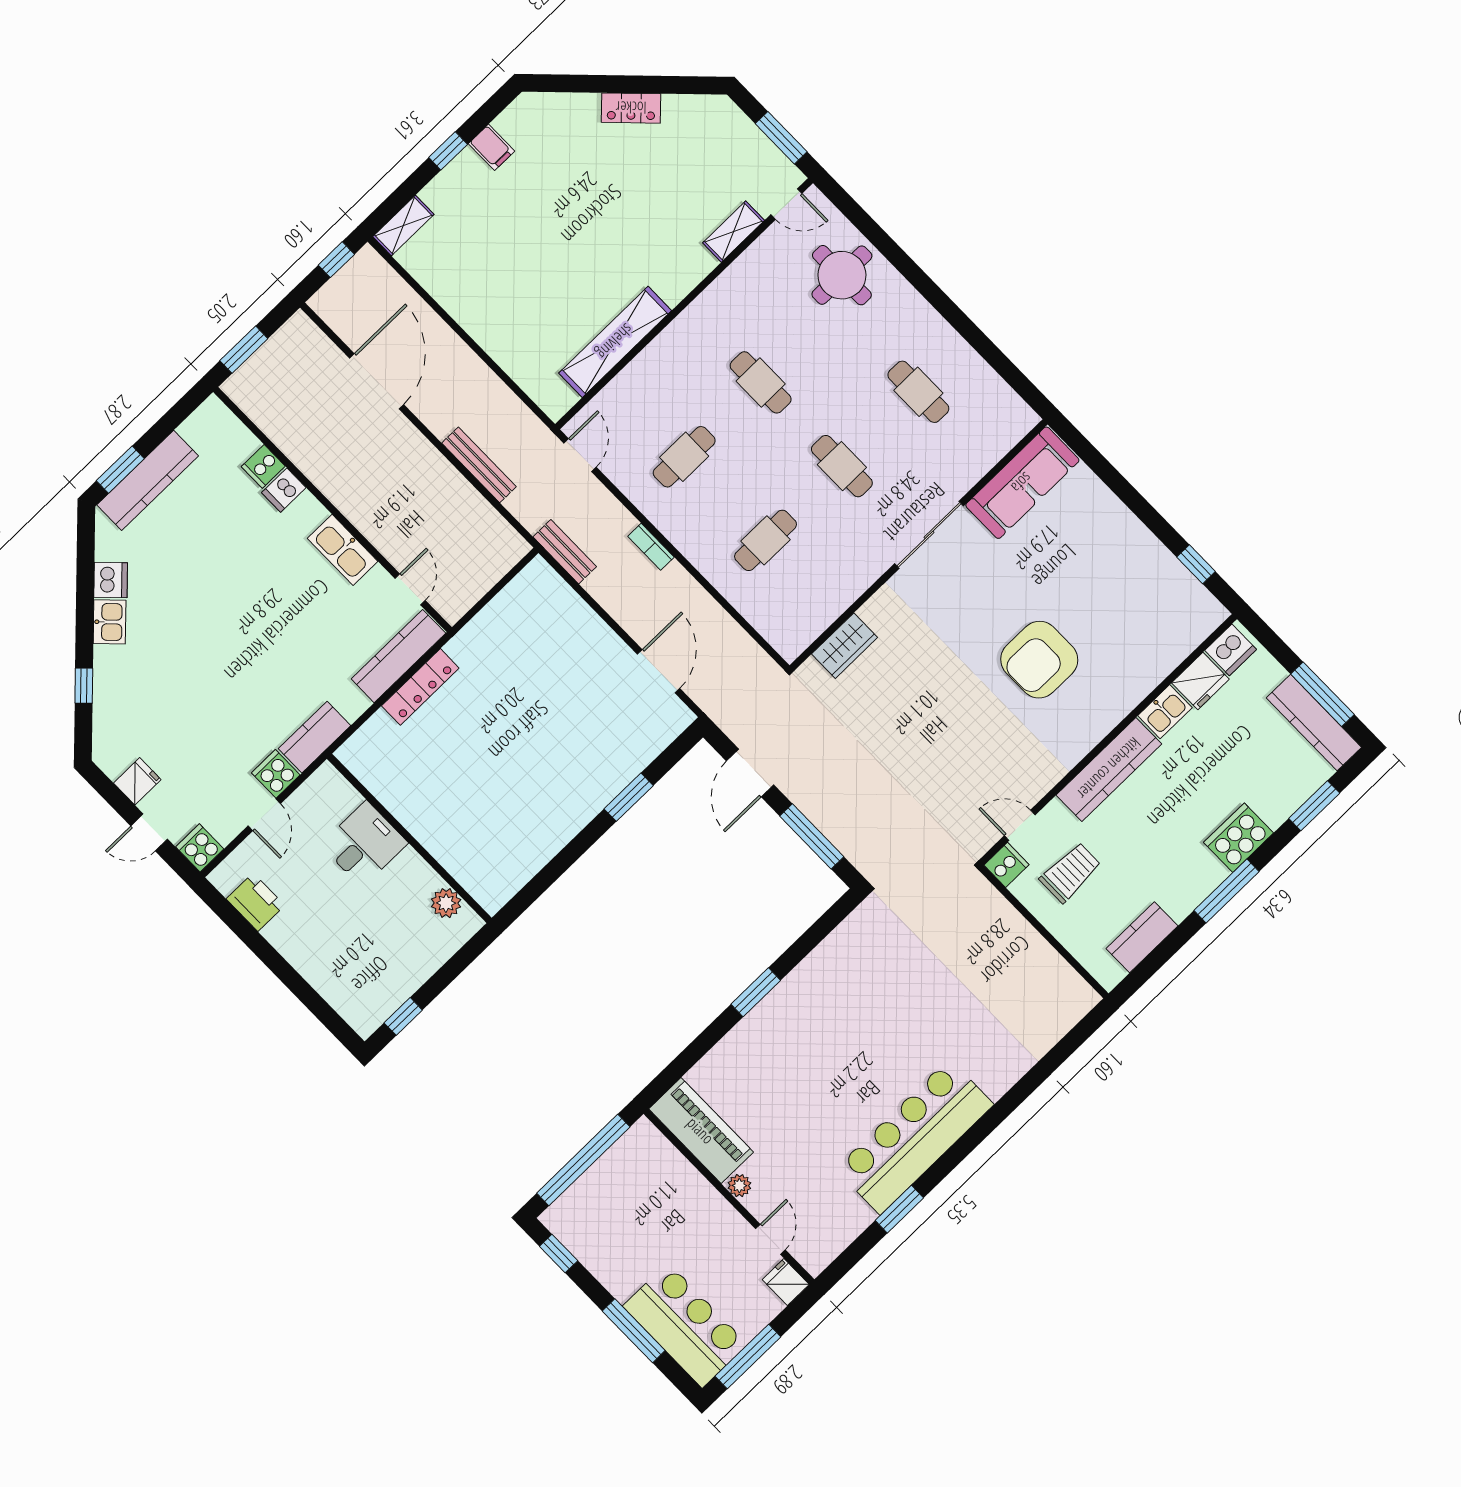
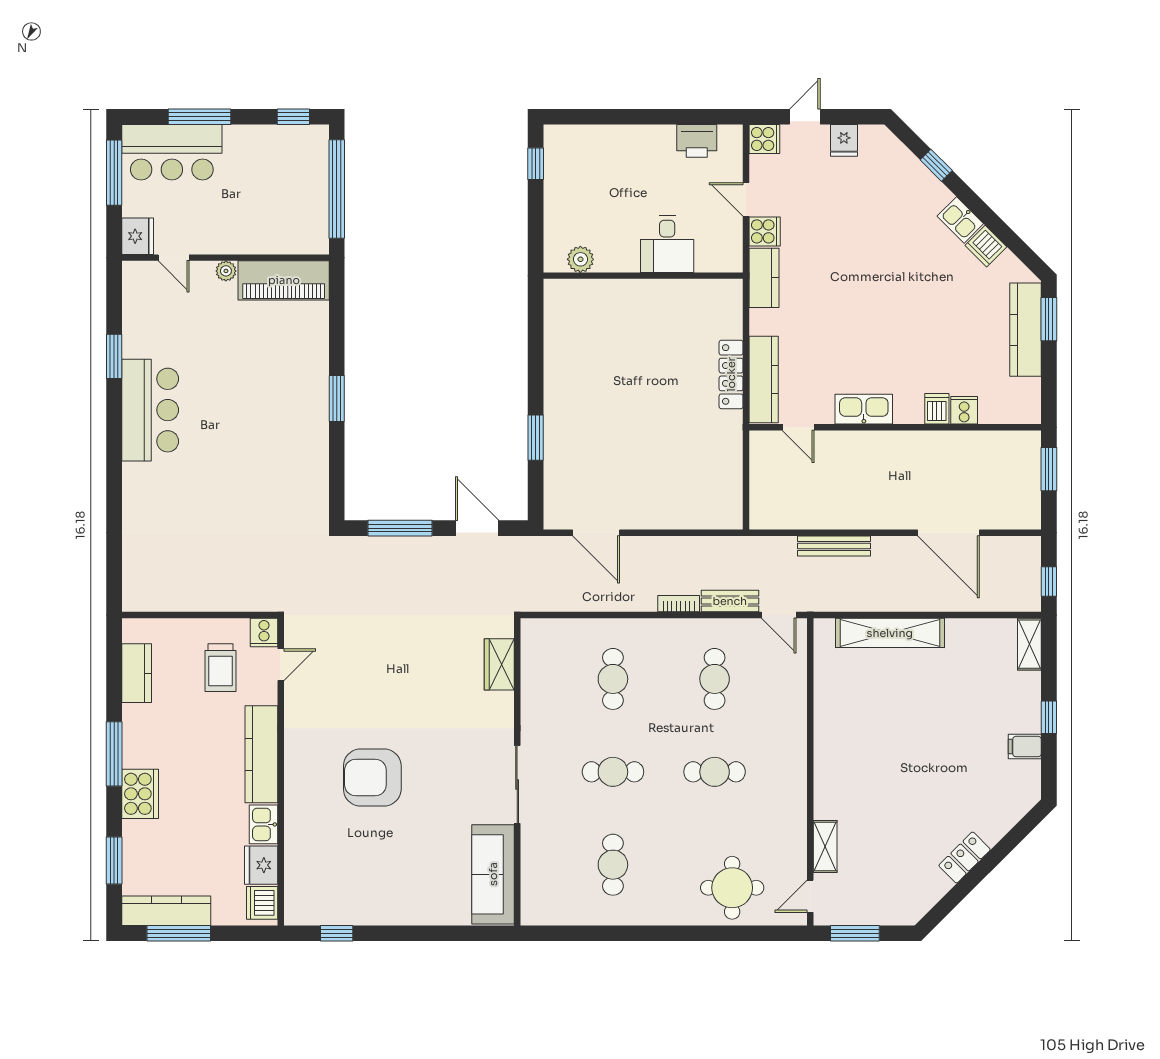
shelving: (615, 342) -> (890, 633), moved, turned 90
cafe table: (918, 392) -> (613, 865), turned 90
bench: (565, 552) -> (730, 601), moved
armchair: (1039, 660) -> (372, 777), turned -90
bar counter: (915, 1137) -> (150, 410), width x0.73
fridge: (786, 1282) -> (138, 236), width x1.38

